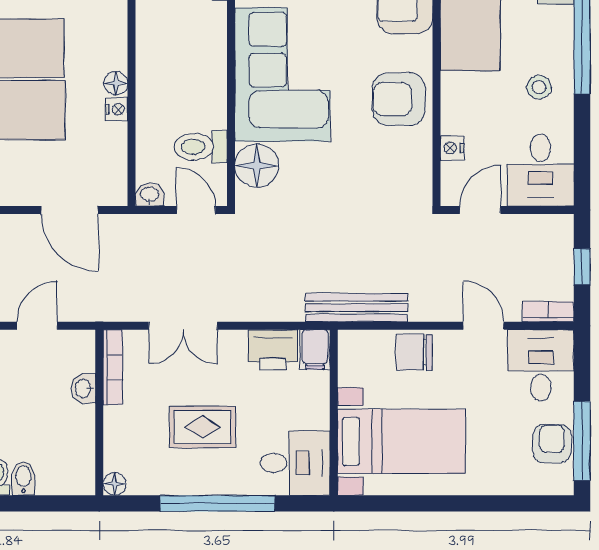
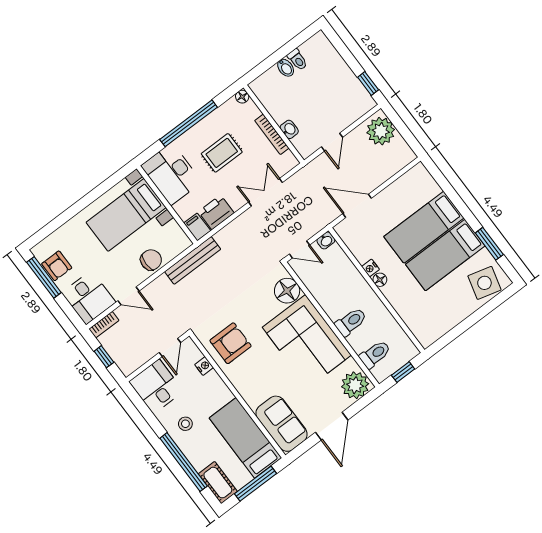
armchair: (399, 99) -> (231, 343), moved
toilet: (201, 147) -> (351, 322), moved
bookcase: (113, 367) -> (272, 134), moved
desk: (295, 463) -> (171, 174), width x1.37

